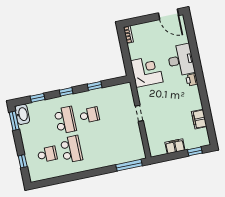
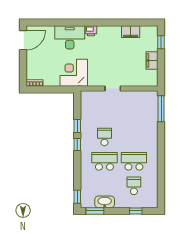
window: (66, 92) -> (77, 144), moved
window: (38, 98) -> (77, 197), moved
washbasin: (22, 114) -> (105, 202), moved

